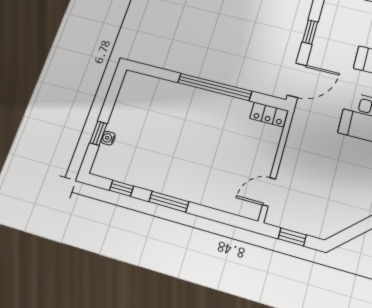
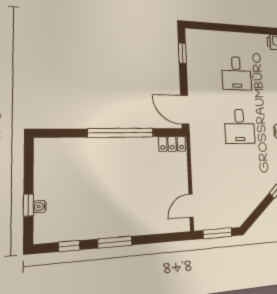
window: (310, 32) -> (182, 53), moved
door: (297, 80) -> (185, 110), swing flipped
window: (292, 237) -> (218, 233), width x1.50

